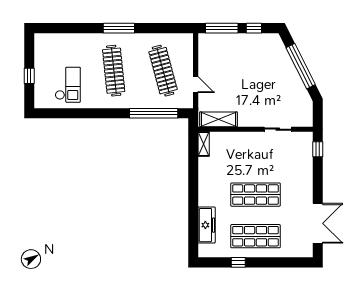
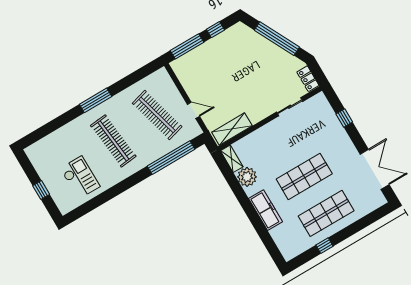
locker: (307, 115) -> (308, 79), added
window: (318, 149) -> (344, 118), moved
plant: (208, 167) -> (247, 177), added
freezer: (207, 225) -> (266, 210), moved

